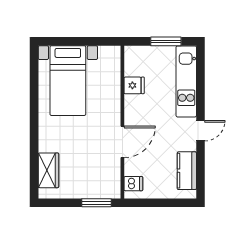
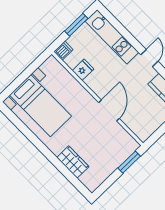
wardrobe: (48, 170) -> (73, 162), moved
dishwasher: (133, 184) -> (63, 51), moved

